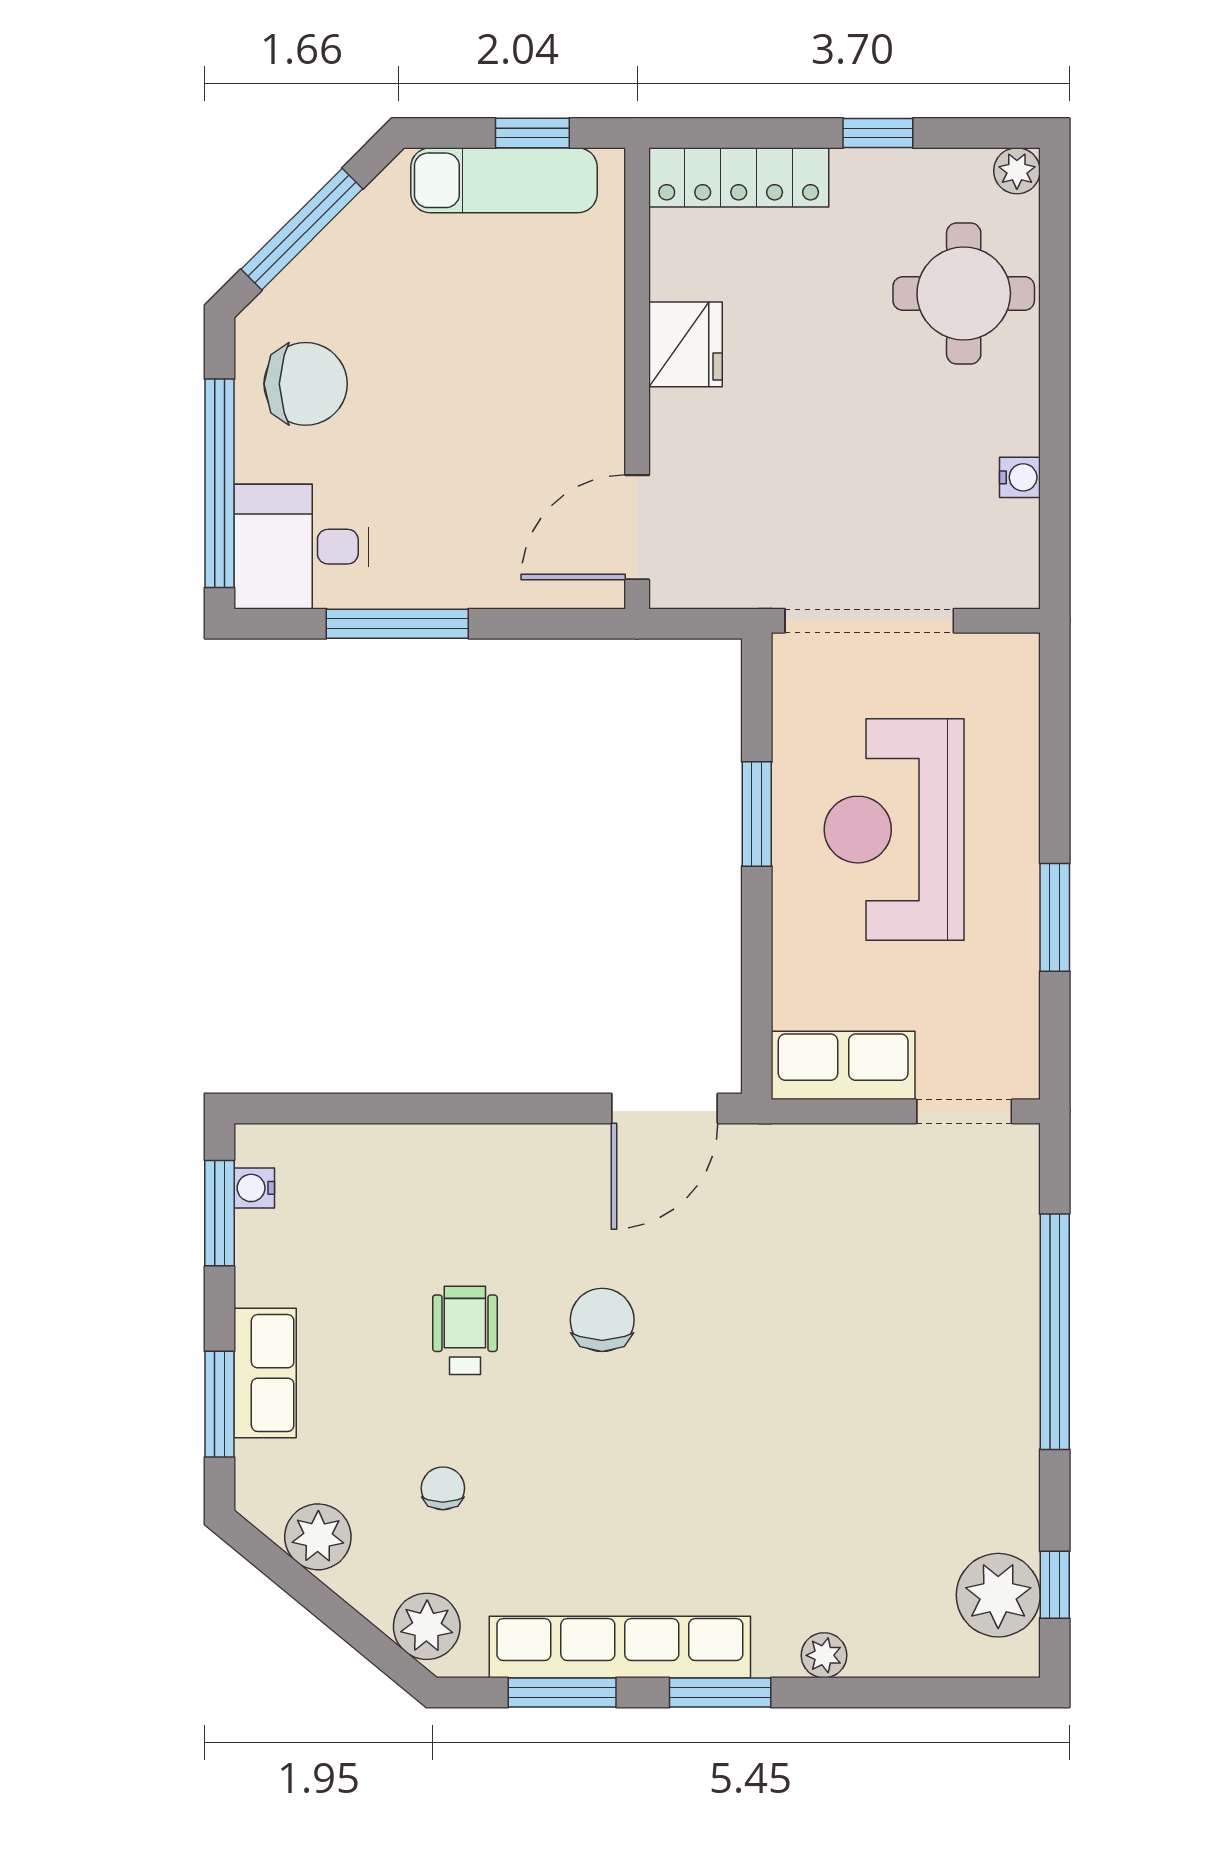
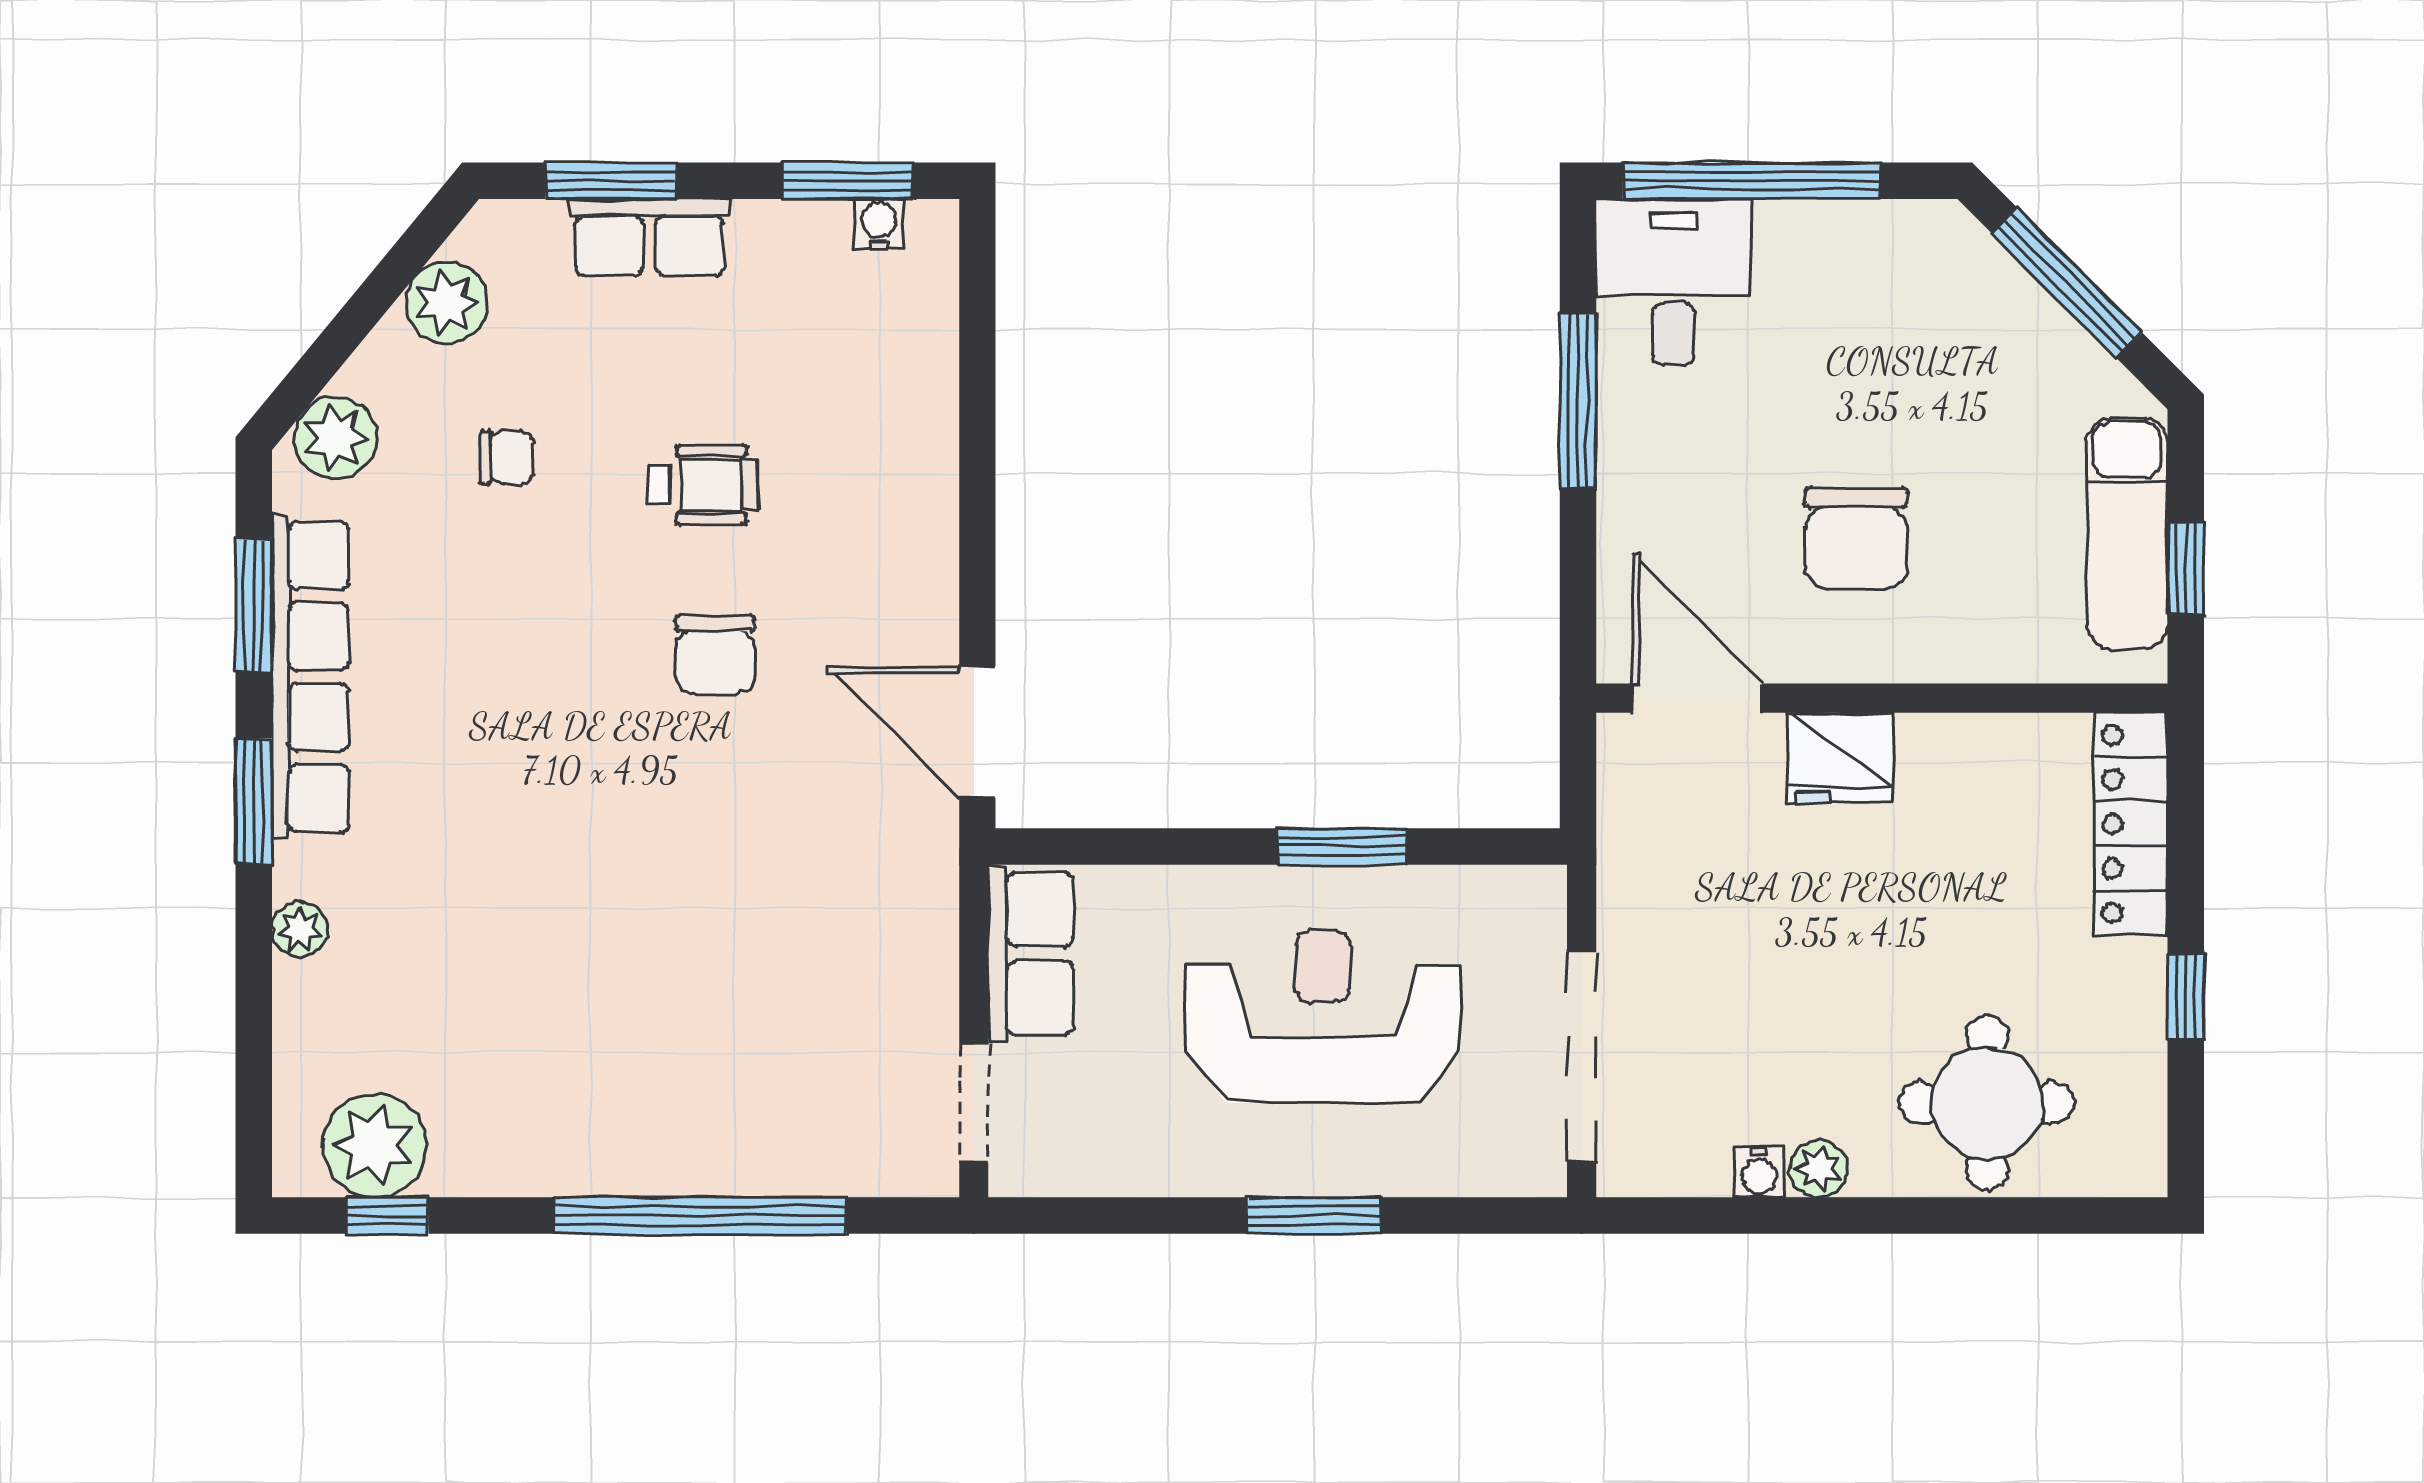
plant: (1017, 171) -> (1819, 1169), moved
fridge: (685, 344) -> (1841, 758), moved
chair: (306, 384) -> (1856, 538), moved
doorway: (869, 621) -> (1582, 1057), moved
window: (1055, 917) -> (1314, 1216), moved
chair: (602, 1320) -> (715, 655), turned 90

